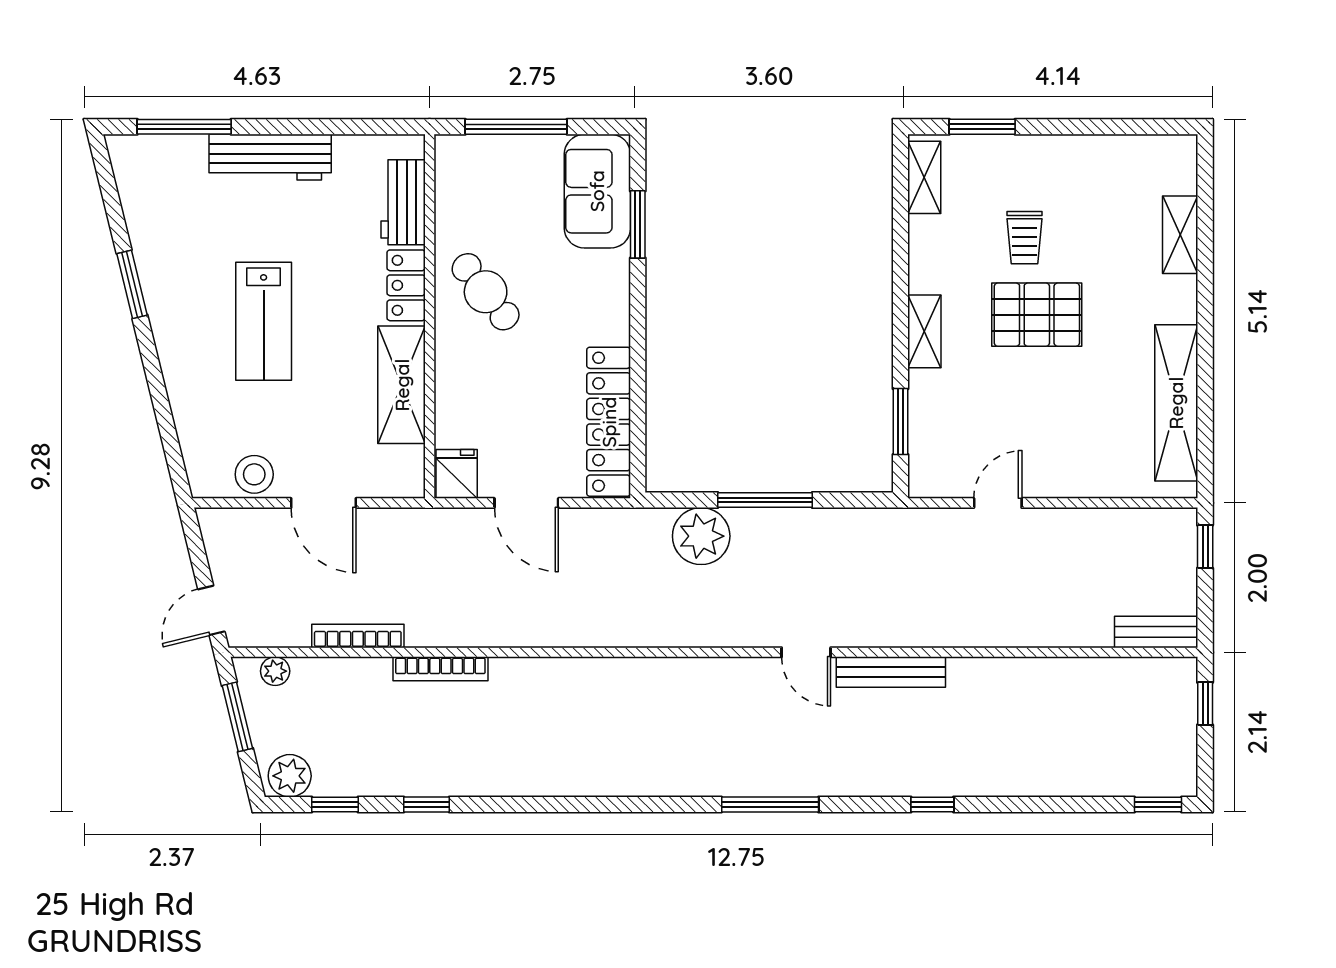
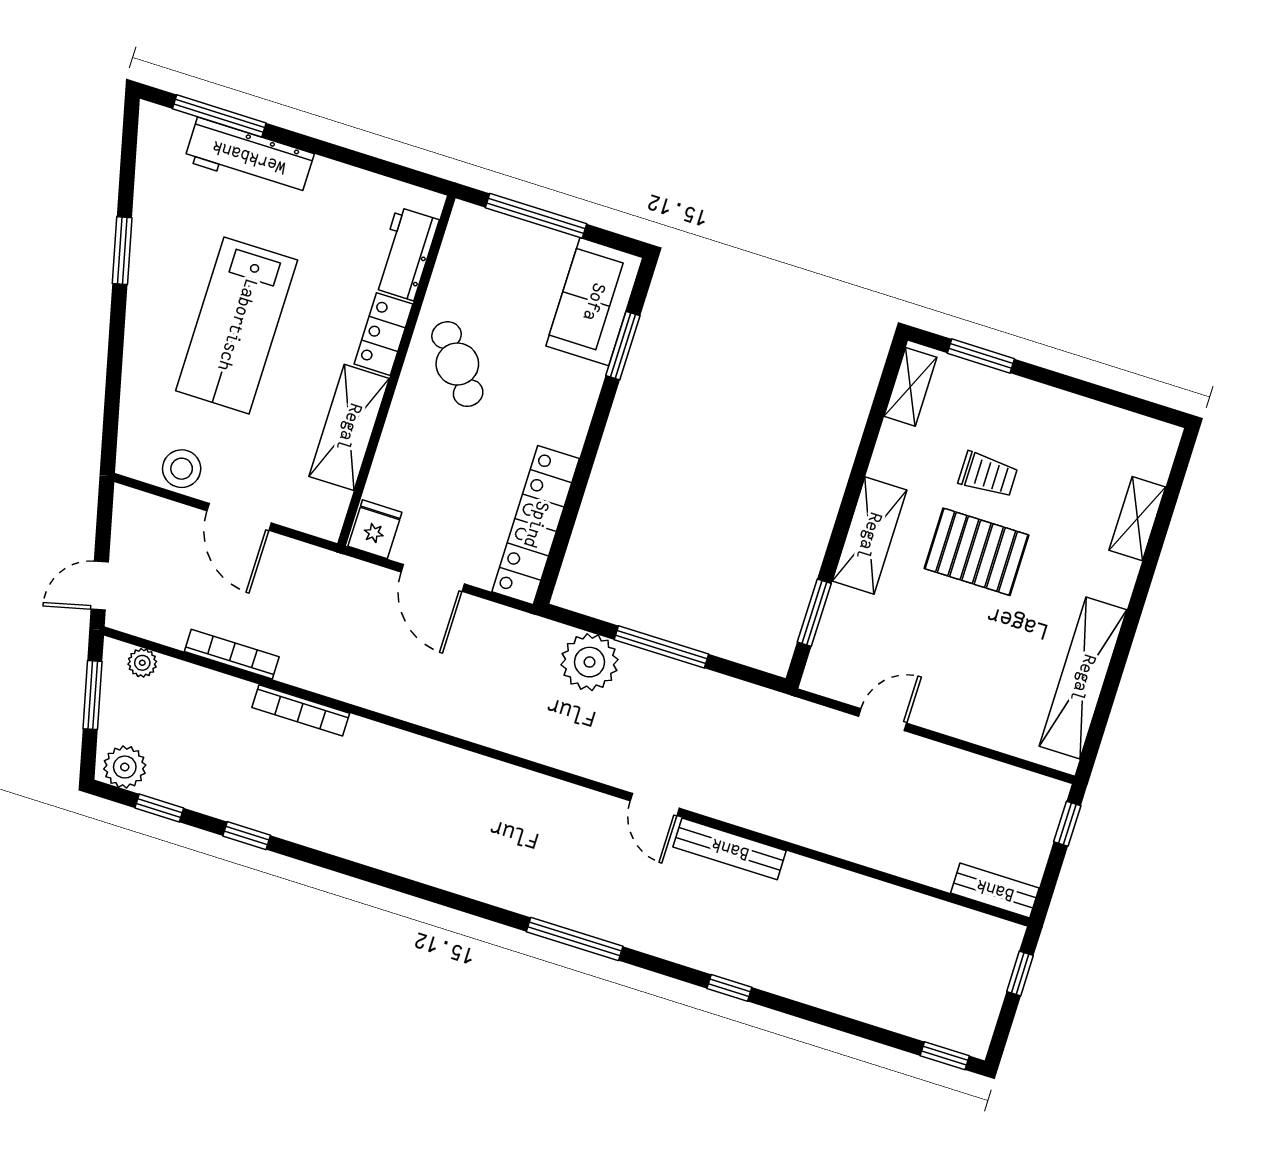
workbench: (270, 157) -> (249, 157), moved
trolley: (1025, 238) -> (988, 475), turned -90
lab bench: (264, 321) -> (237, 325), width x1.36, depth x1.39
shelving: (924, 331) -> (869, 536), width x1.50, depth x1.33

